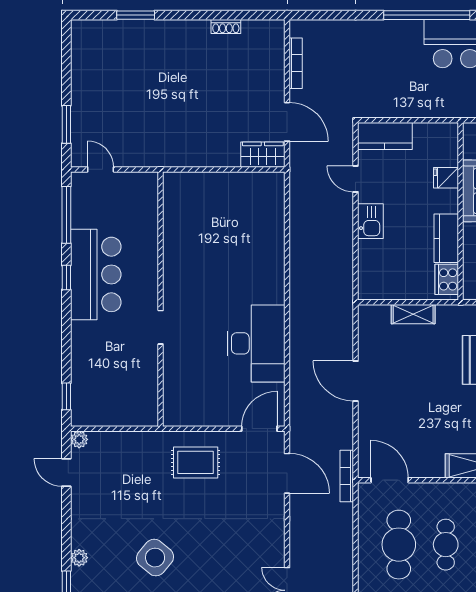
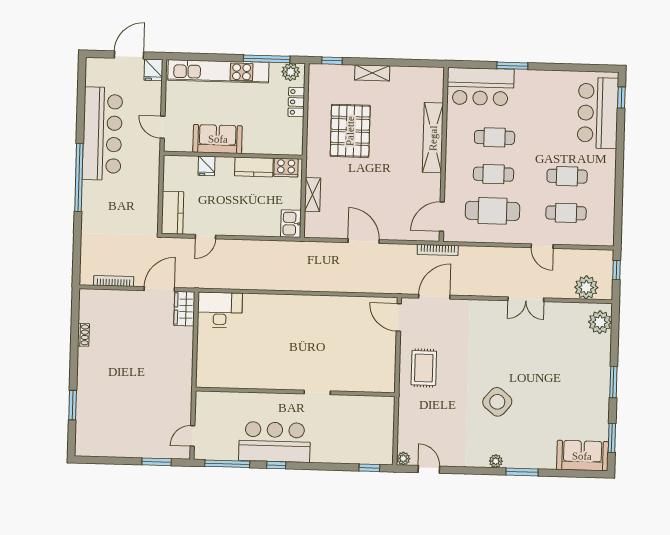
kitchen sink: (370, 221) -> (291, 224), moved, turned -90
desk: (256, 343) -> (220, 310), moved, width x0.73, depth x0.77
door: (356, 381) -> (364, 241), swing flipped
door: (66, 472) -> (429, 469), swing flipped

